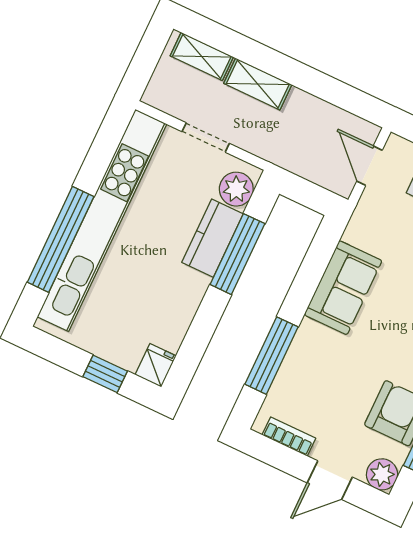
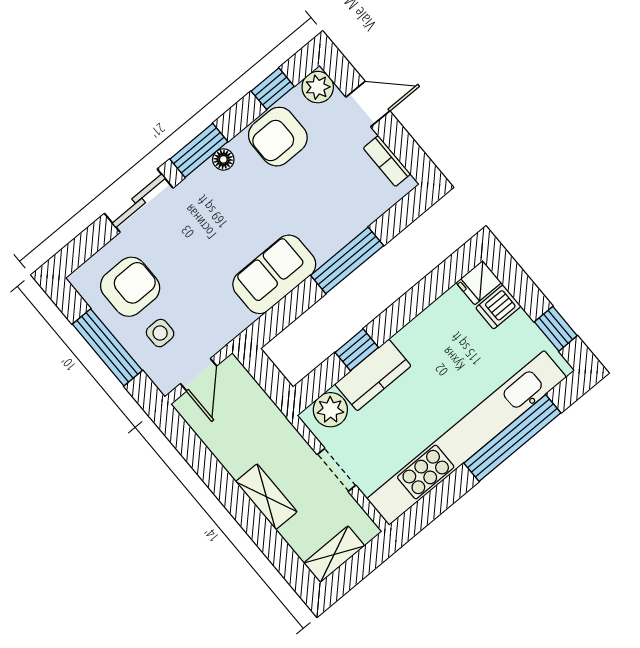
shelving: (202, 56) -> (334, 554), moved, turned 90
window: (237, 254) -> (357, 350), width x0.46
dishwasher: (128, 351) -> (498, 307), added
window: (272, 356) -> (347, 260), moved
window: (105, 374) -> (556, 329), moved

